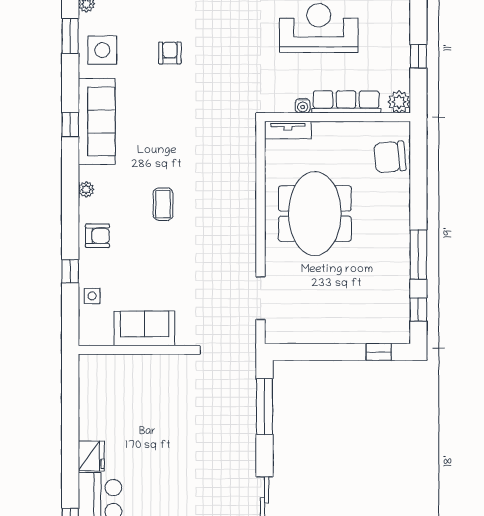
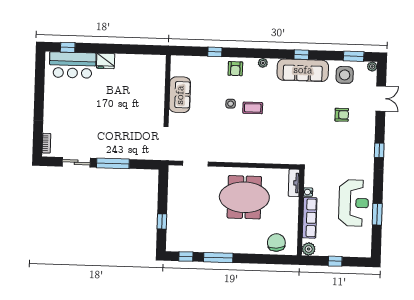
side table: (92, 296) -> (231, 104), moved
window: (379, 352) -> (162, 221), moved
window: (265, 407) -> (113, 163), moved

